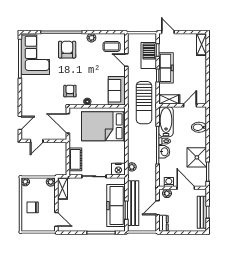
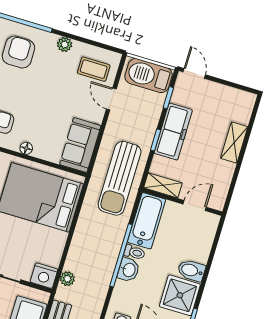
shelving: (201, 45) -> (234, 143), moved
barbecue: (149, 55) -> (149, 76), moved, turned -90
bidet: (199, 127) -> (191, 270), moved

